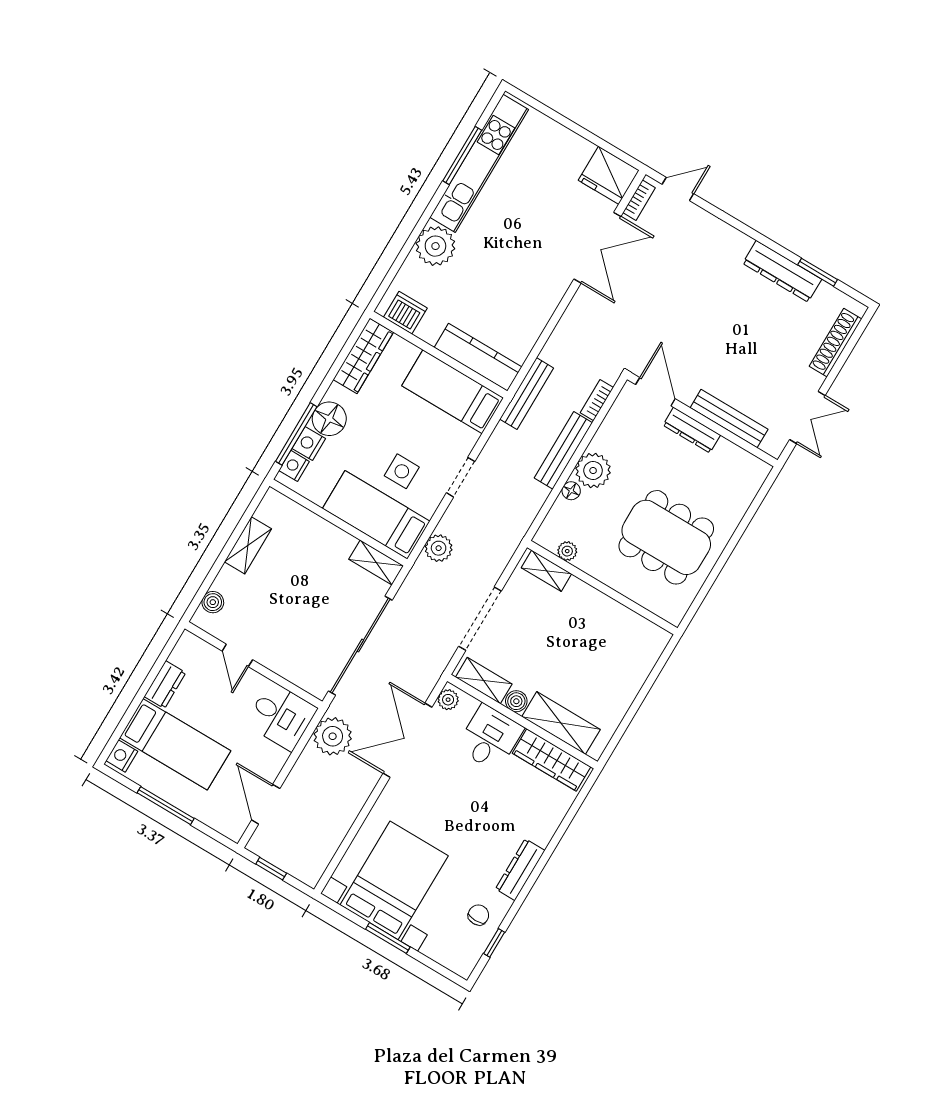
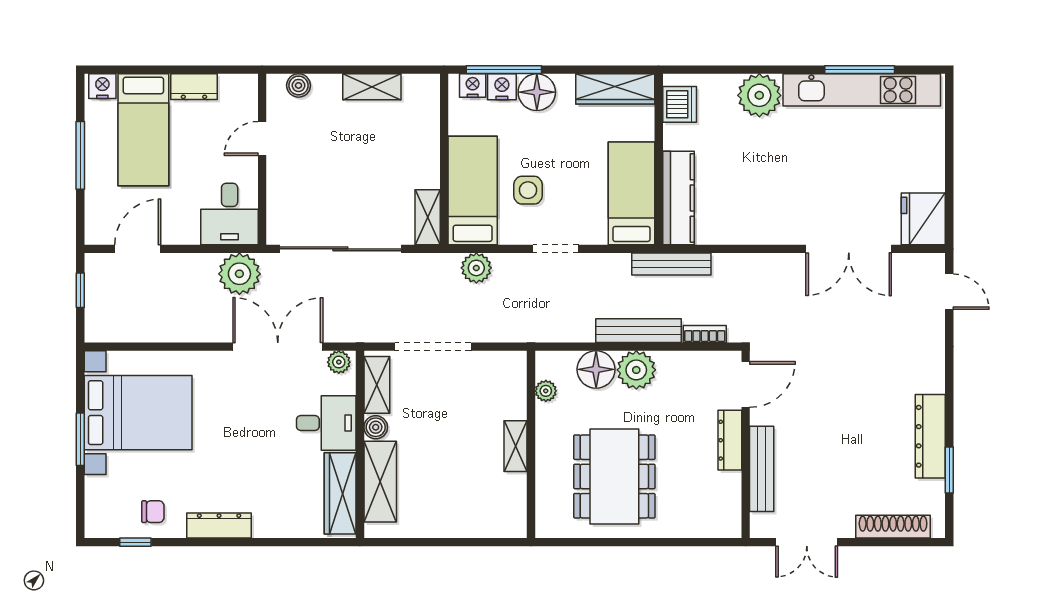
bookcase: (639, 200) -> (917, 261), removed
floor lamp: (571, 491) -> (596, 369), width x1.89, depth x1.89
shelving: (546, 571) -> (515, 446), moved

